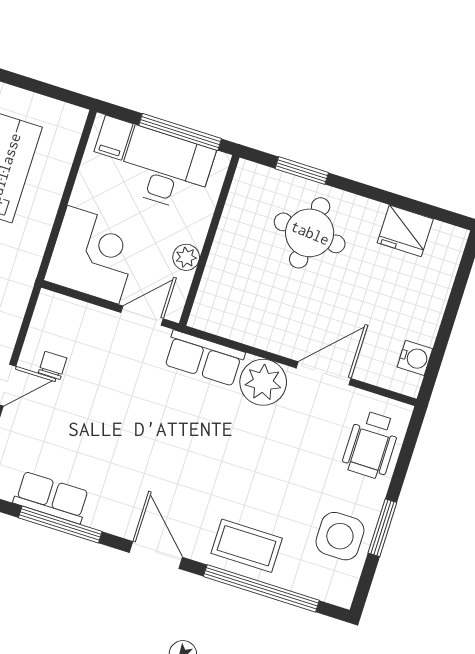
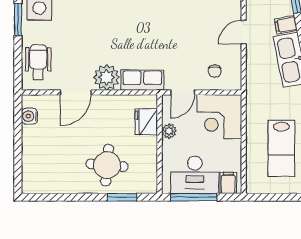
fridge: (405, 231) -> (146, 122), moved, turned -90
chair: (53, 365) -> (215, 71), moved

